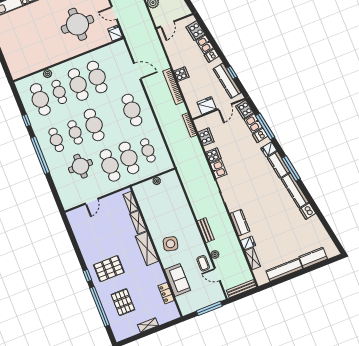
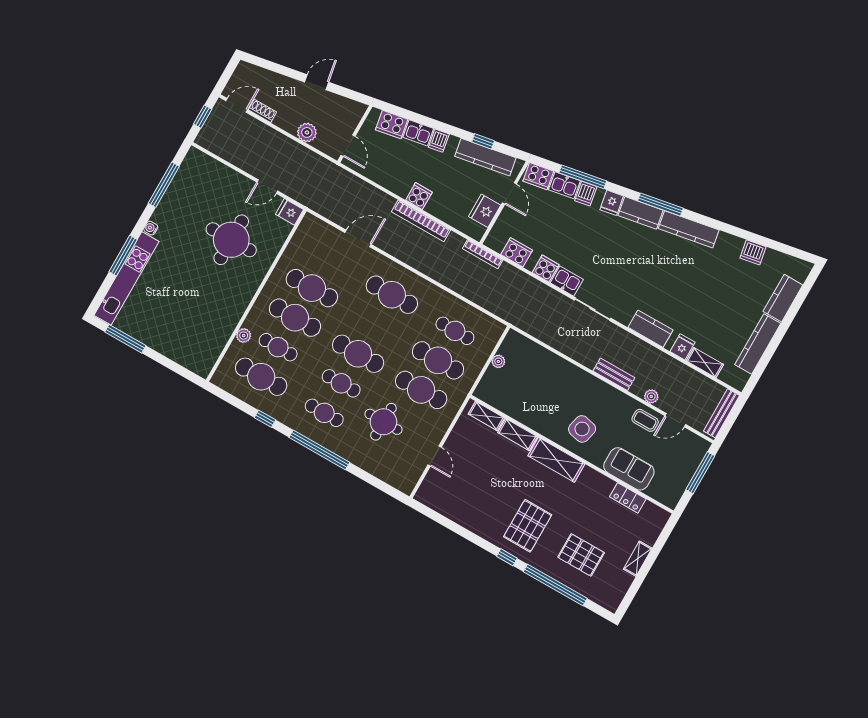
dishwasher: (308, 211) -> (753, 252), moved

